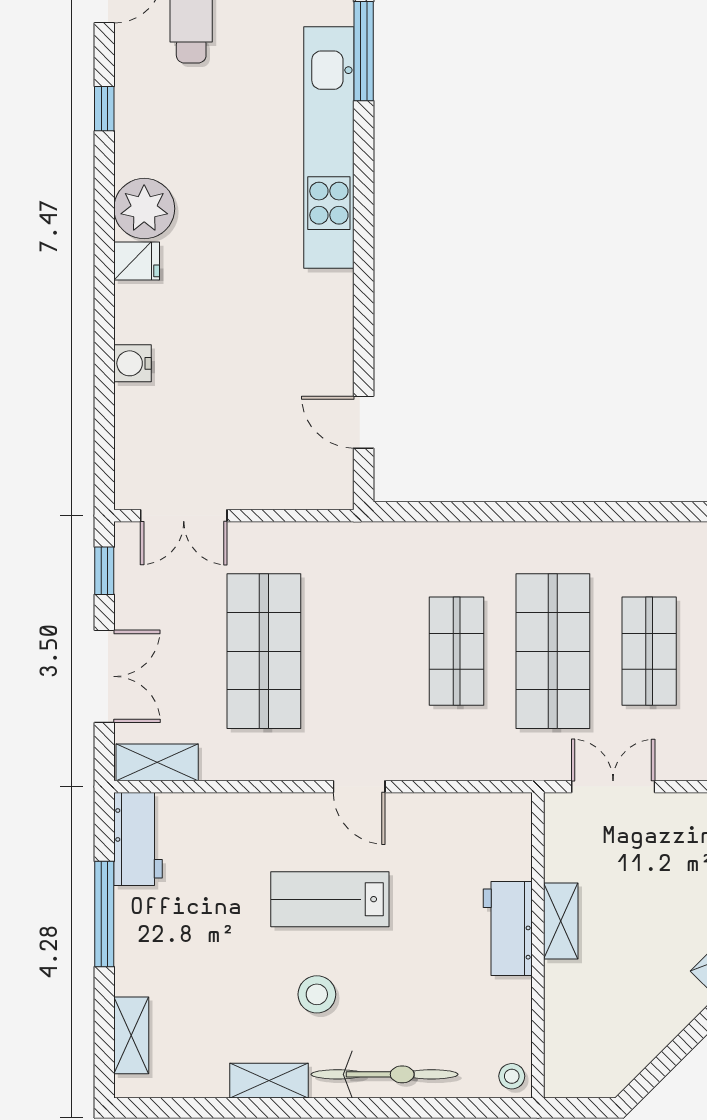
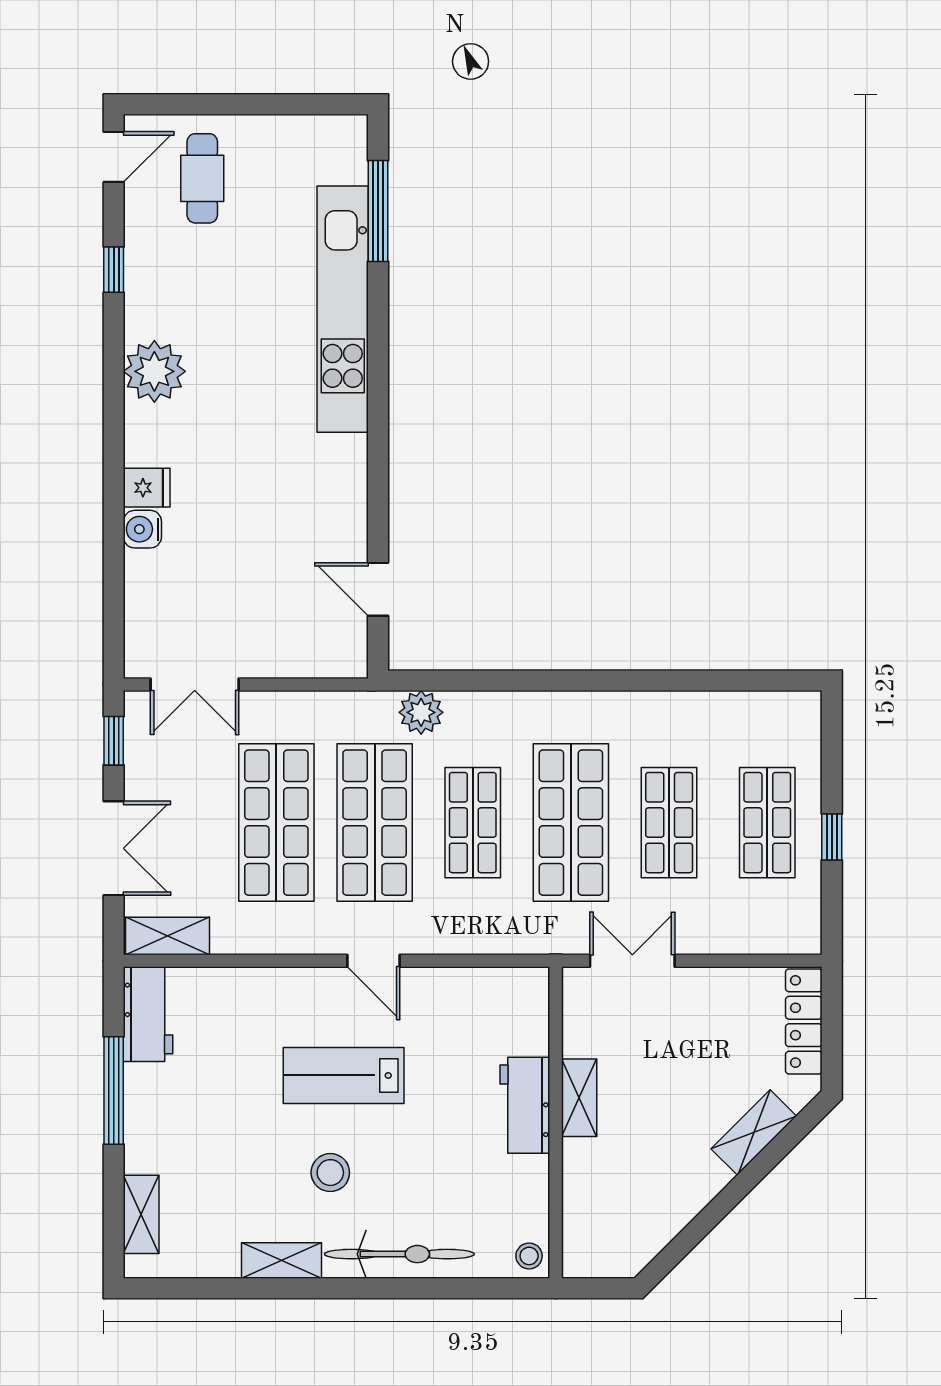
fridge: (137, 261) -> (147, 488), moved
plant: (406, 543) -> (421, 712), added
shop shelf: (360, 651) -> (375, 823), added

